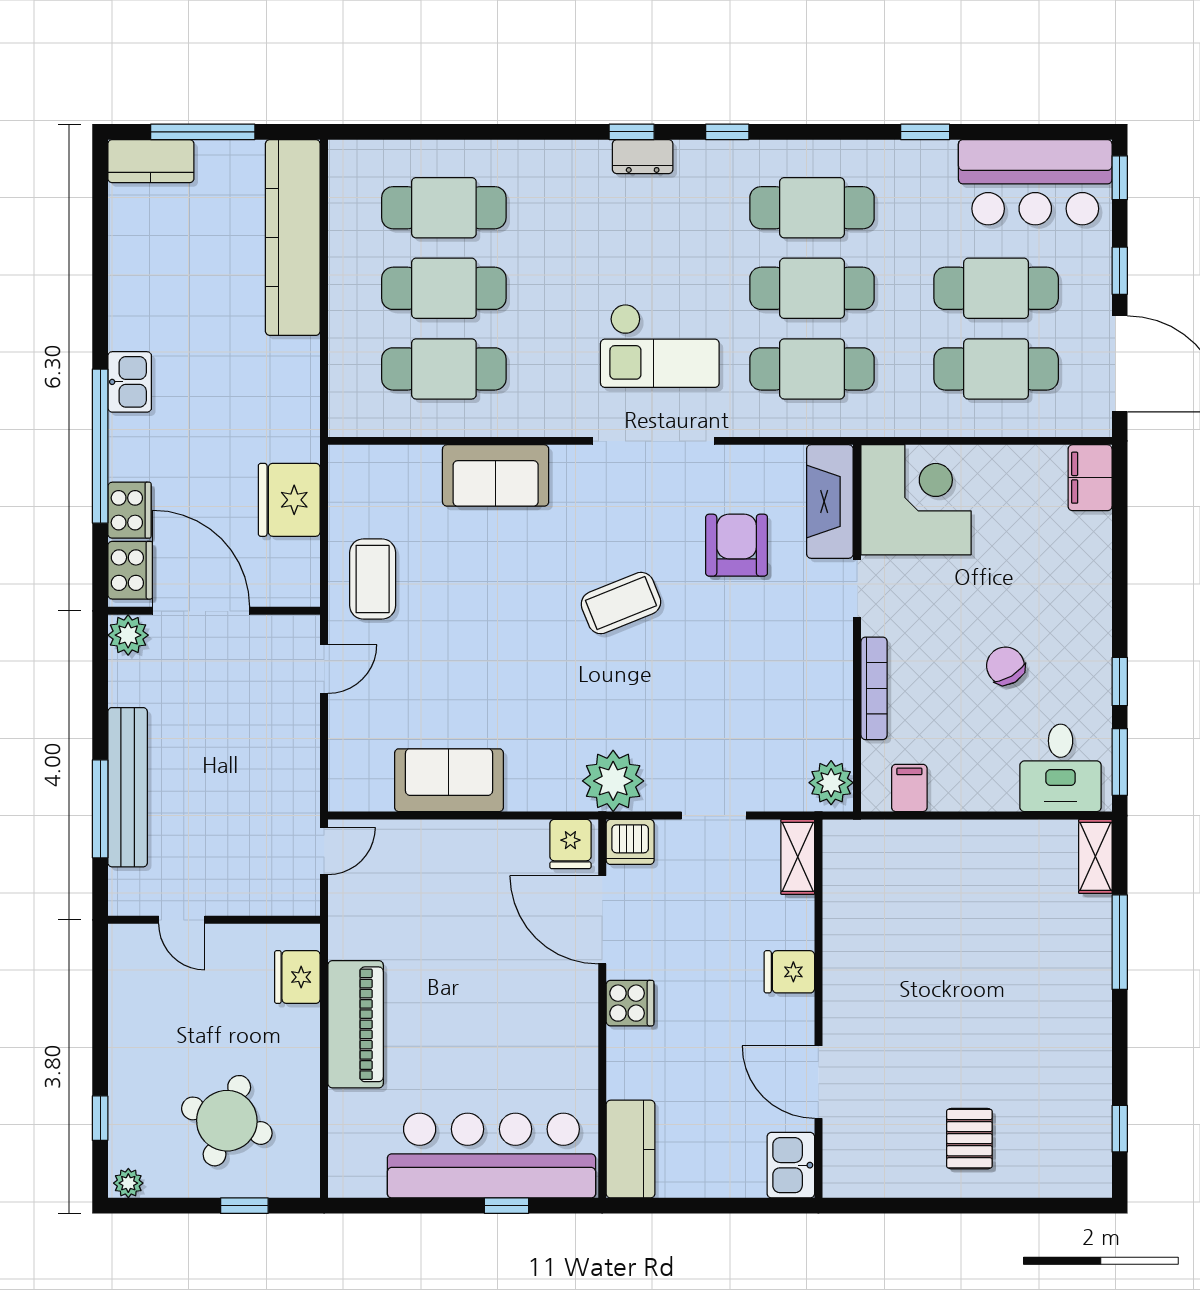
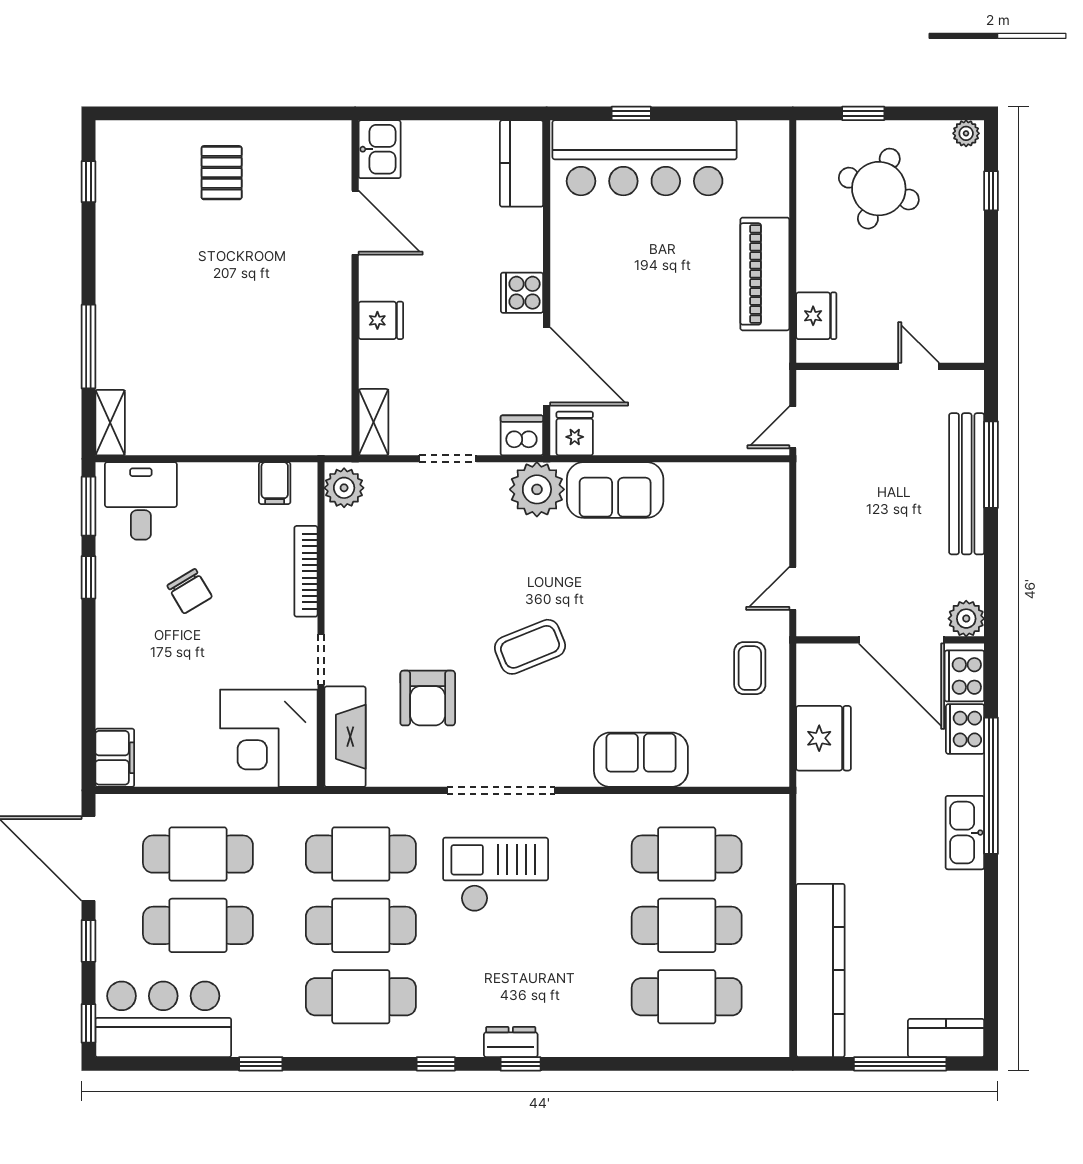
kitchen sink: (130, 382) -> (965, 833), width x1.38
coffee table: (373, 579) -> (750, 668), width x0.73, depth x0.77
sofa: (449, 780) -> (615, 490), moved

